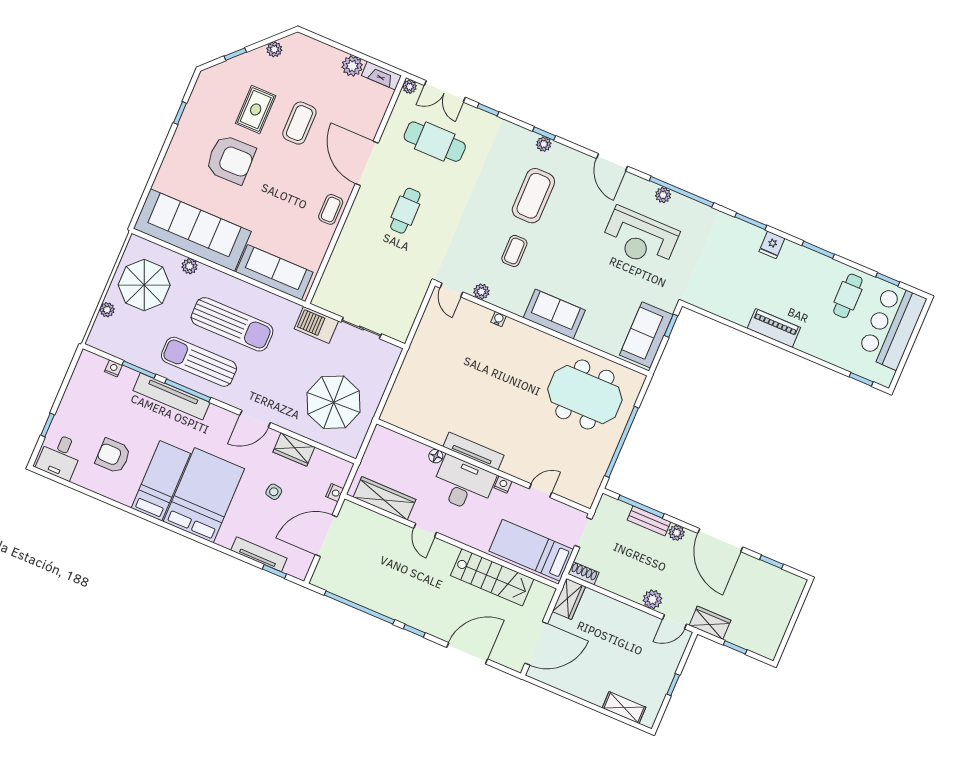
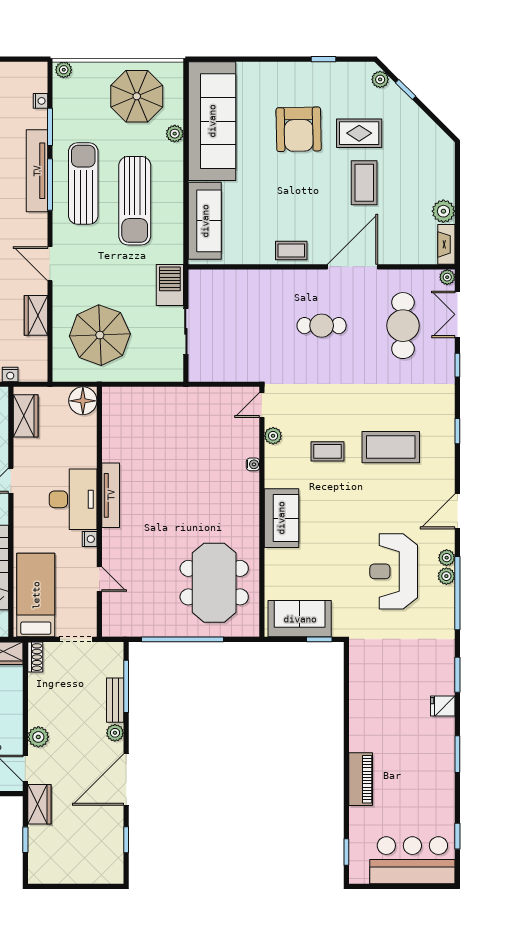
plant: (274, 49) -> (380, 79), moved
coffee table: (299, 123) -> (364, 183), turned 90
plant: (544, 144) -> (447, 558), moved
cafe table: (848, 296) -> (424, 803), removed
plant: (107, 310) -> (64, 70), moved
piano: (774, 328) -> (361, 779), moved
floor lamp: (436, 456) -> (83, 401), moved, width x1.89, depth x1.89
wardrobe: (384, 498) -> (26, 416), width x0.67

